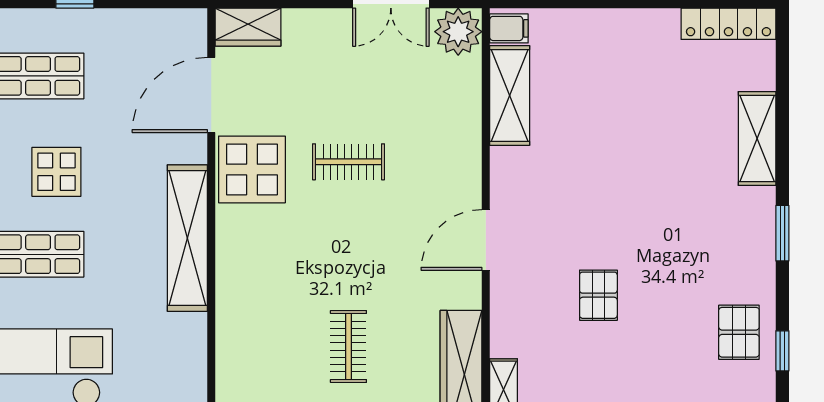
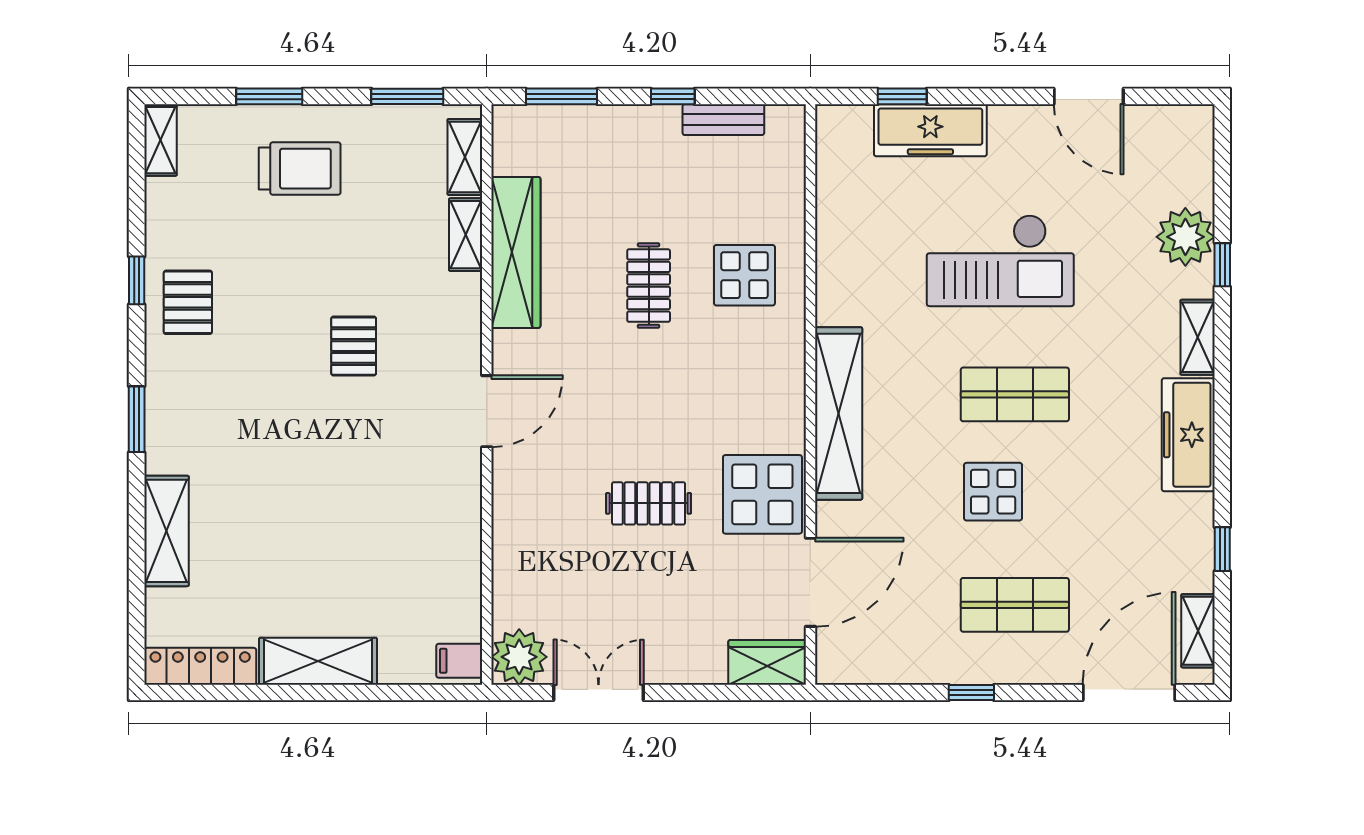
shelving: (510, 95) -> (318, 661), moved, turned 90
display table: (267, 355) -> (744, 275), added

